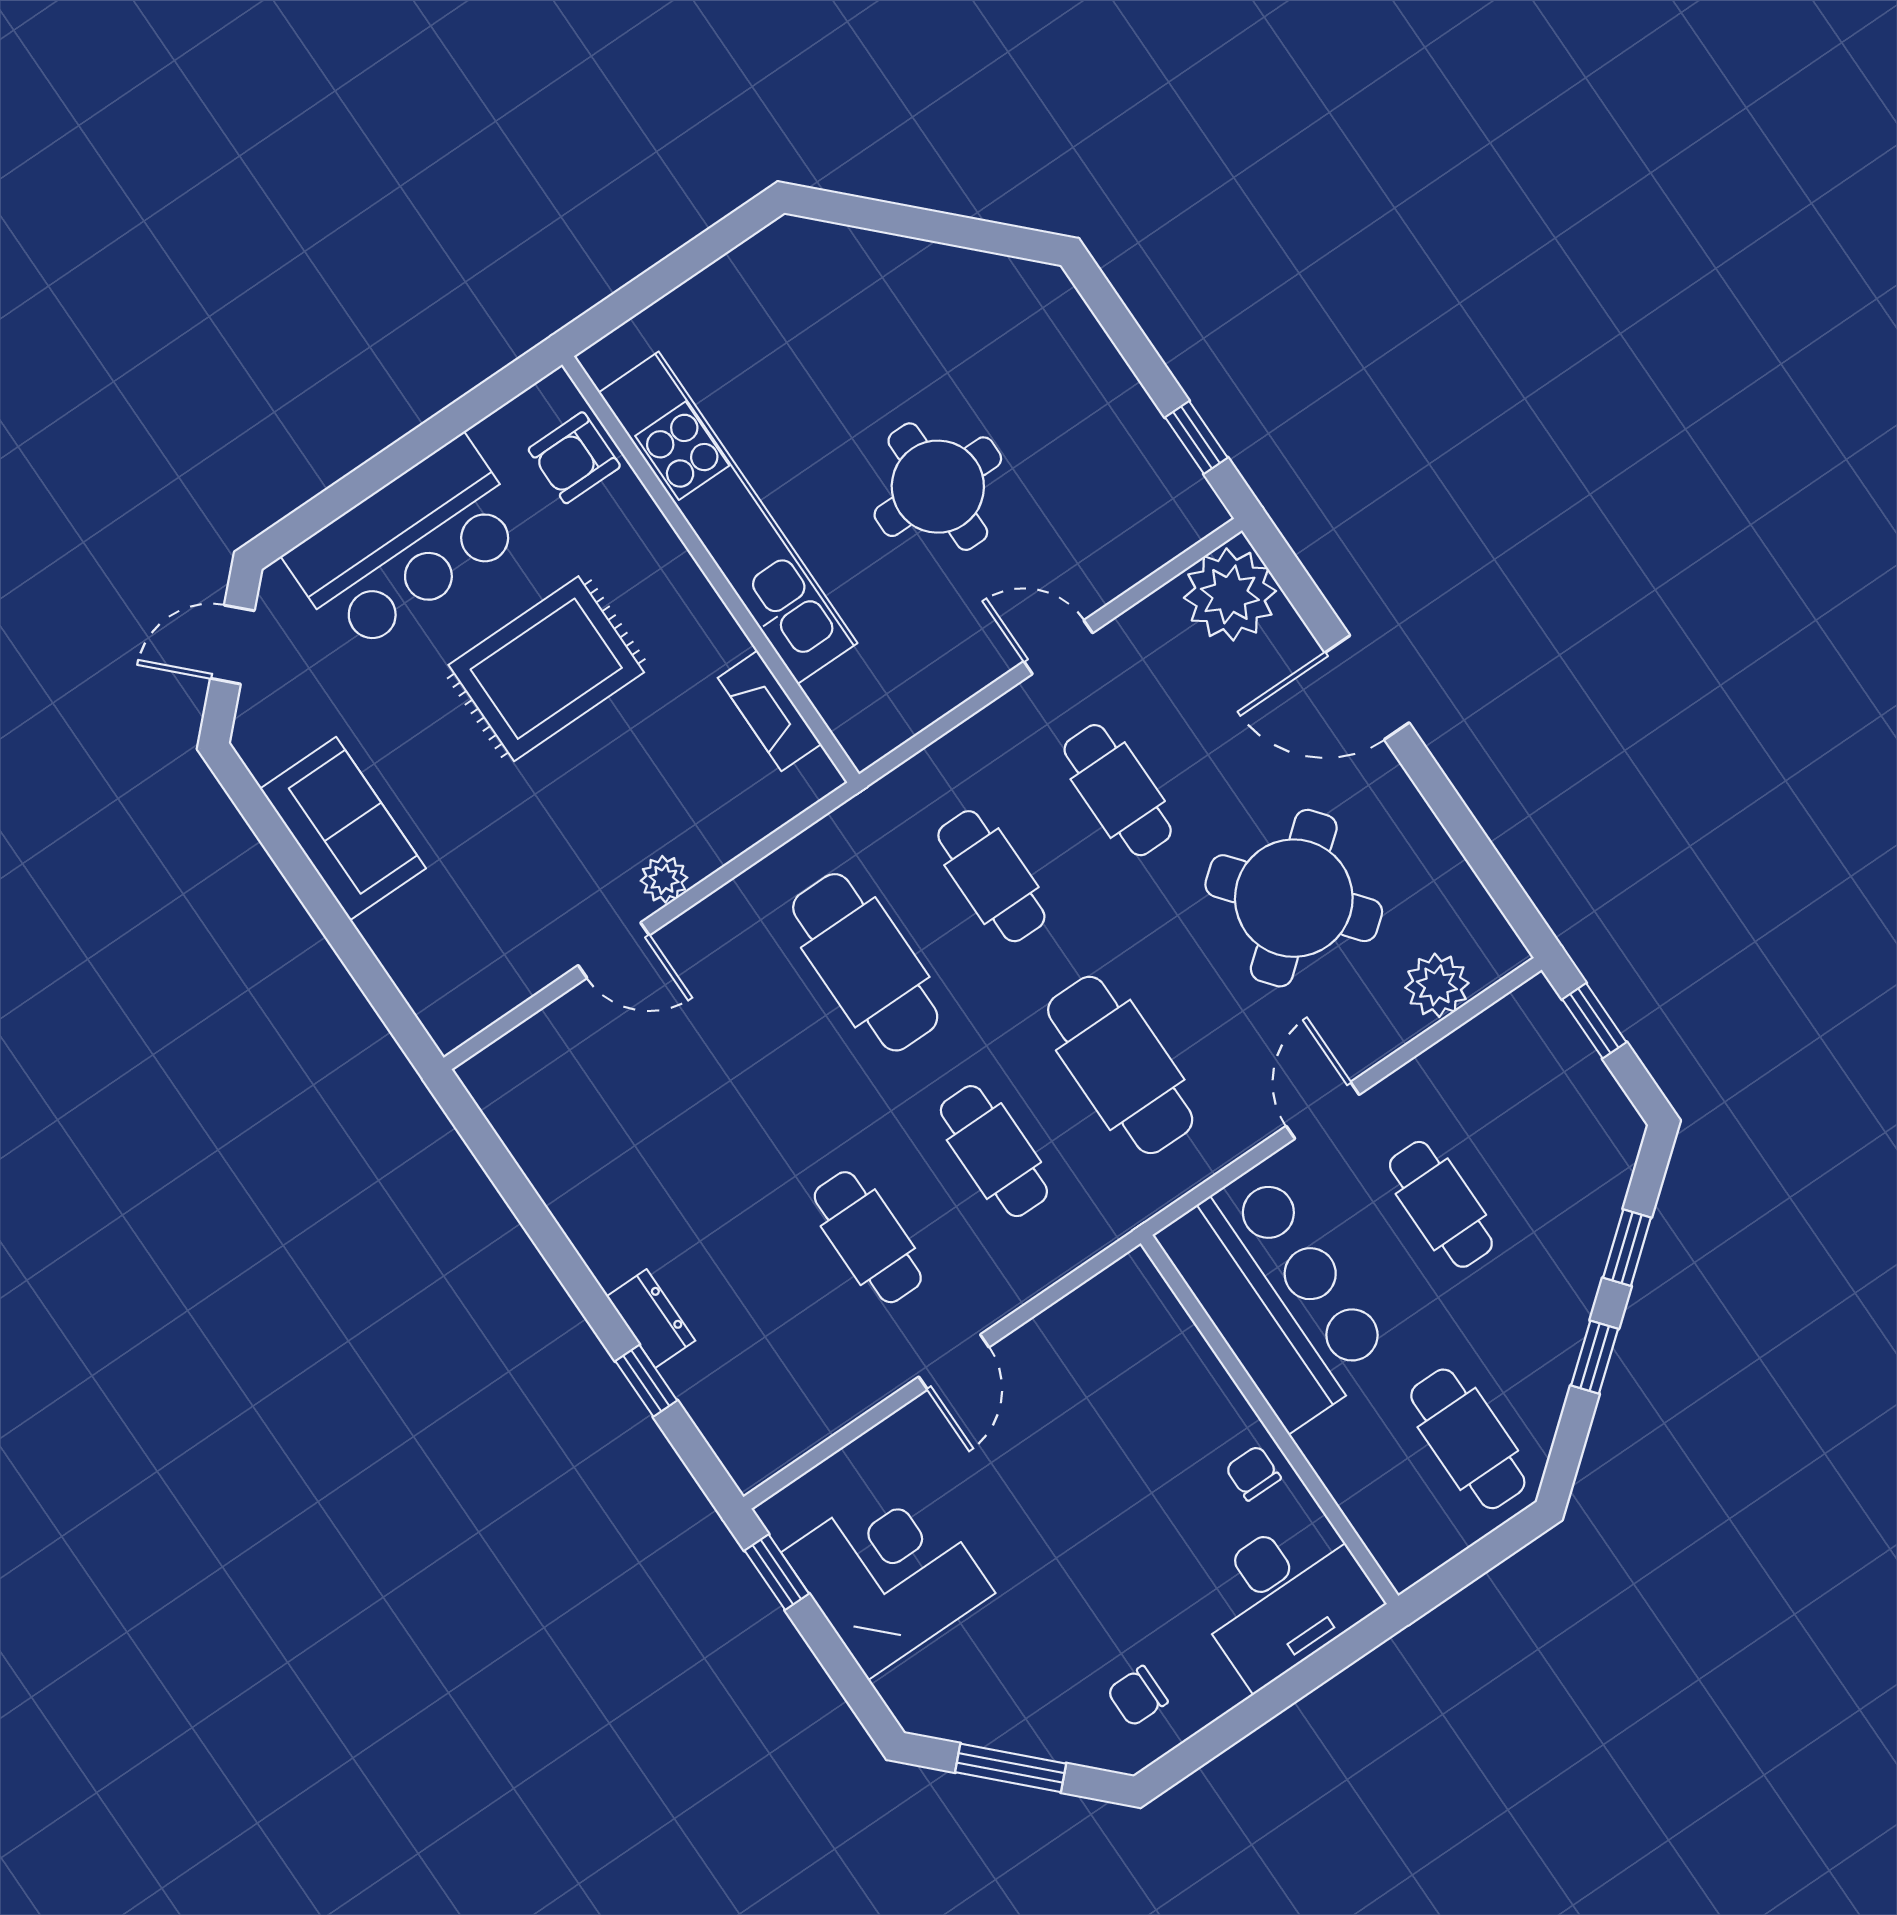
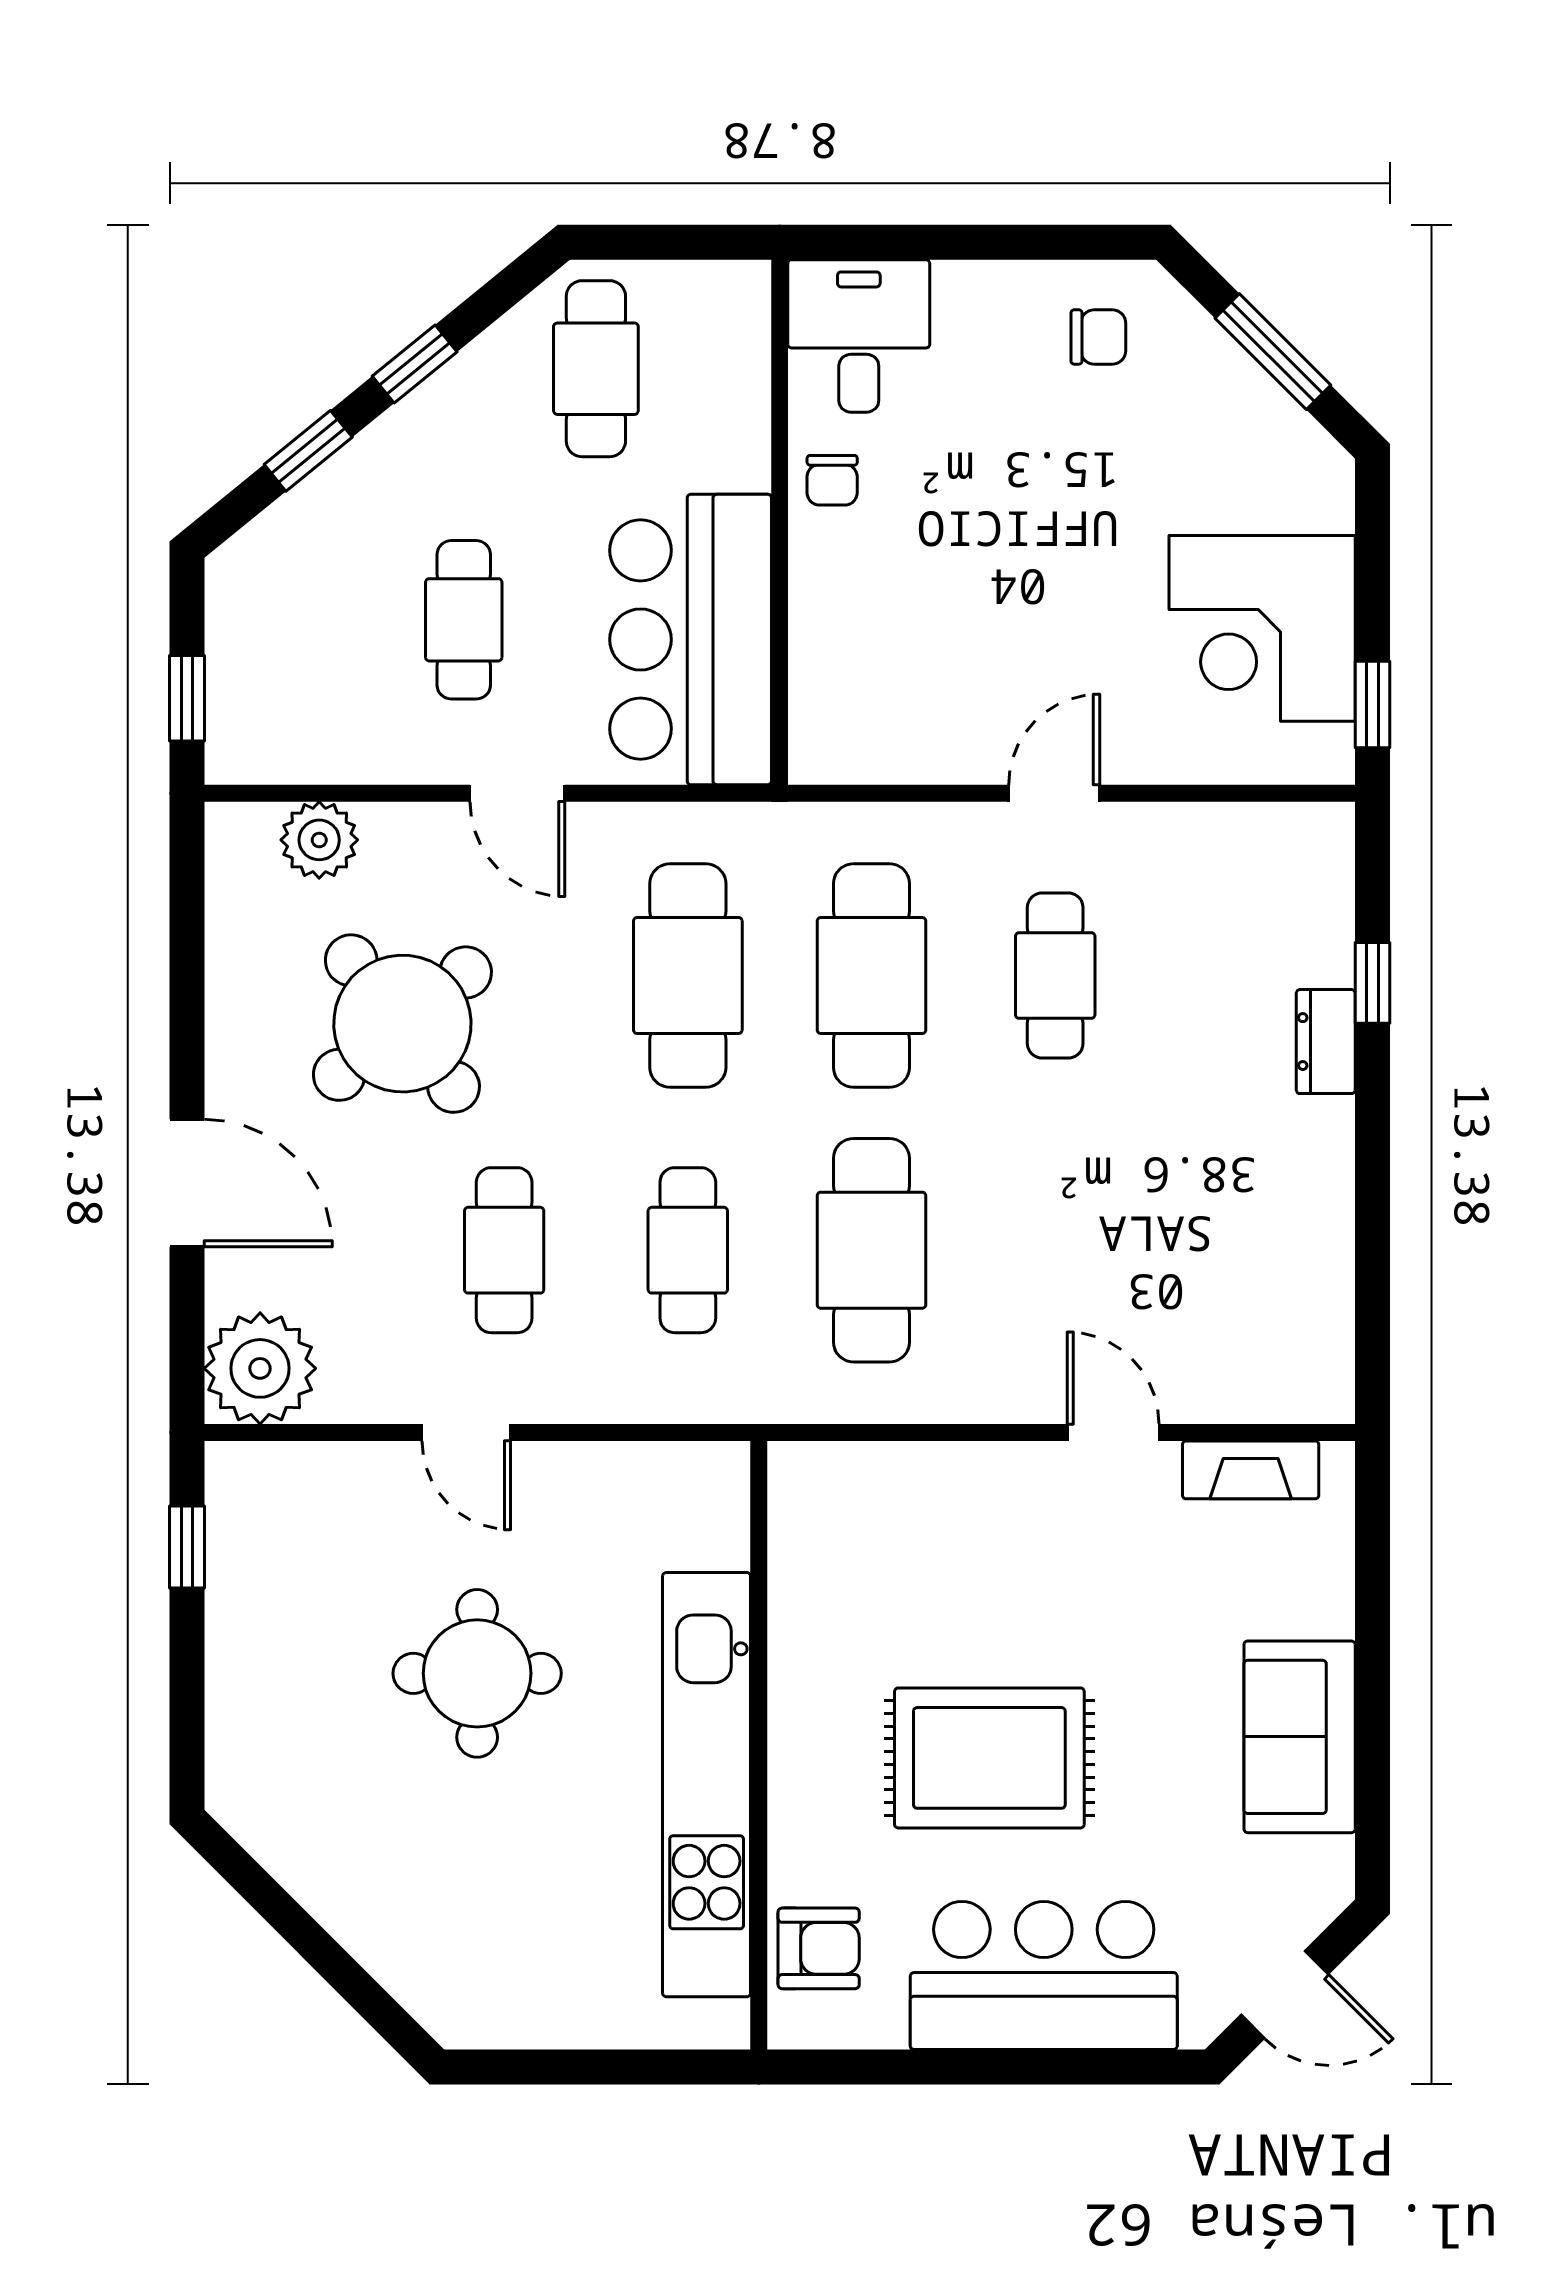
fireplace: (769, 711) -> (1251, 1470), moved, turned 90
plant: (664, 879) -> (1015, 1469), removed
door: (1323, 1110) -> (517, 793), hinge flipped
cafe table: (994, 1151) -> (871, 976), width x1.37, depth x1.35
desk: (1284, 1597) -> (859, 336), width x0.73

